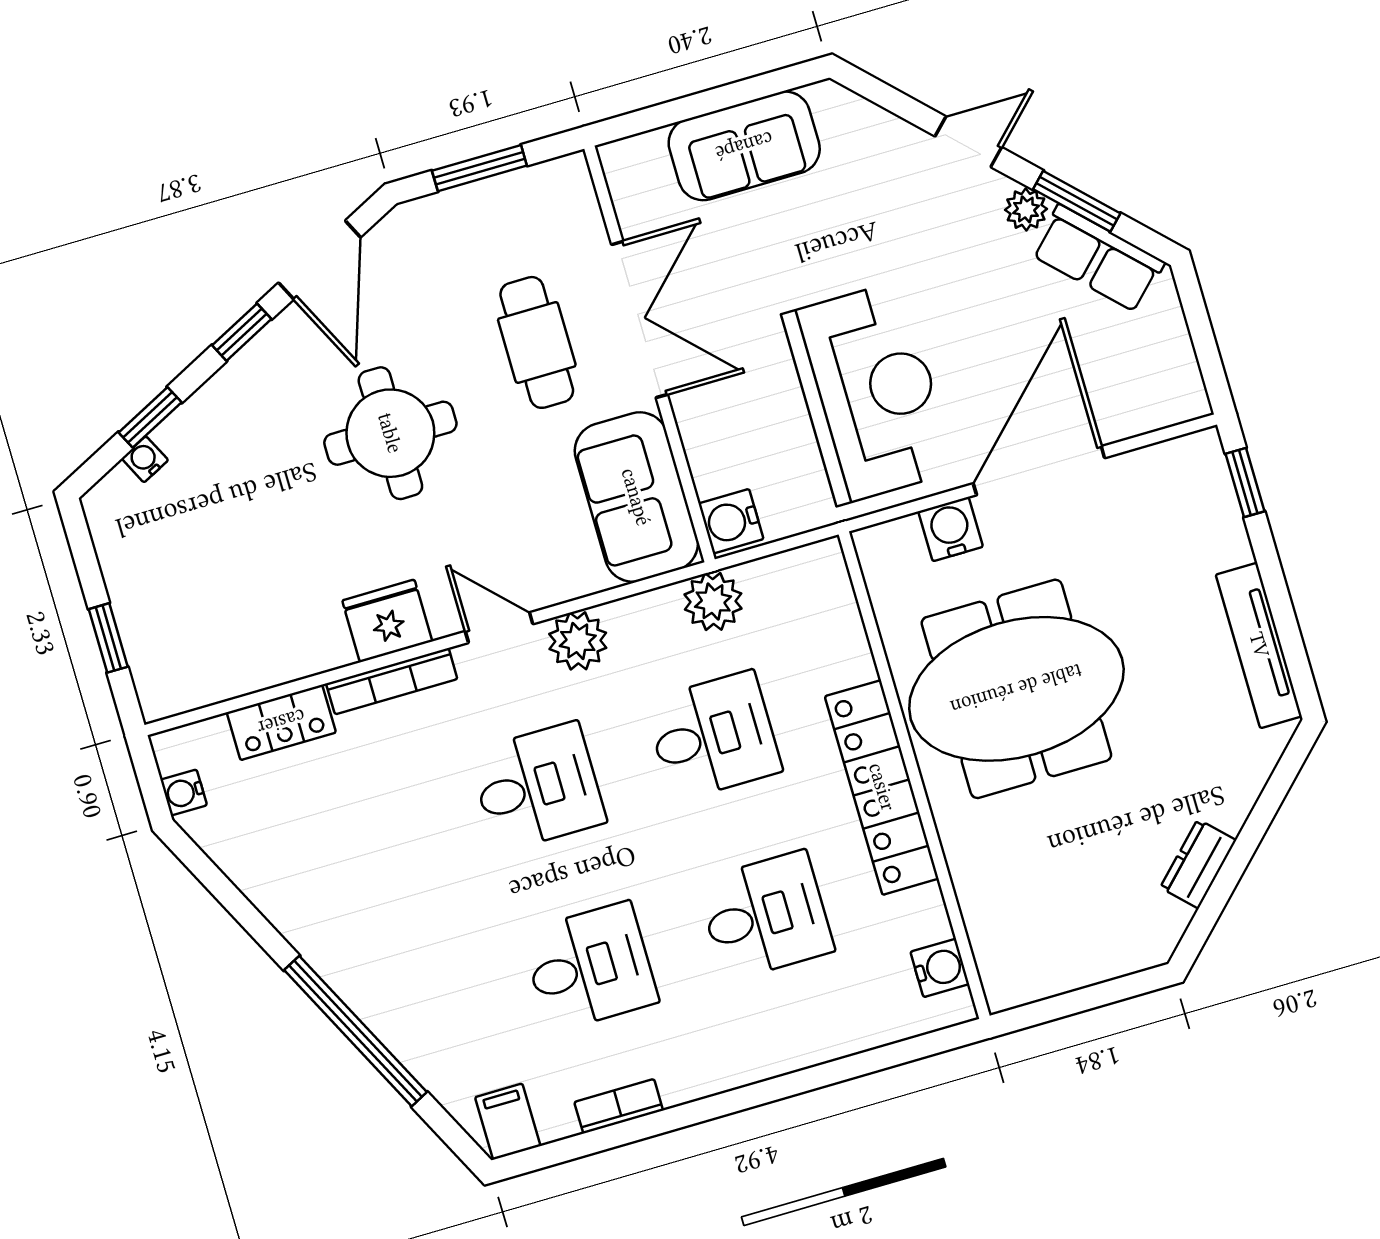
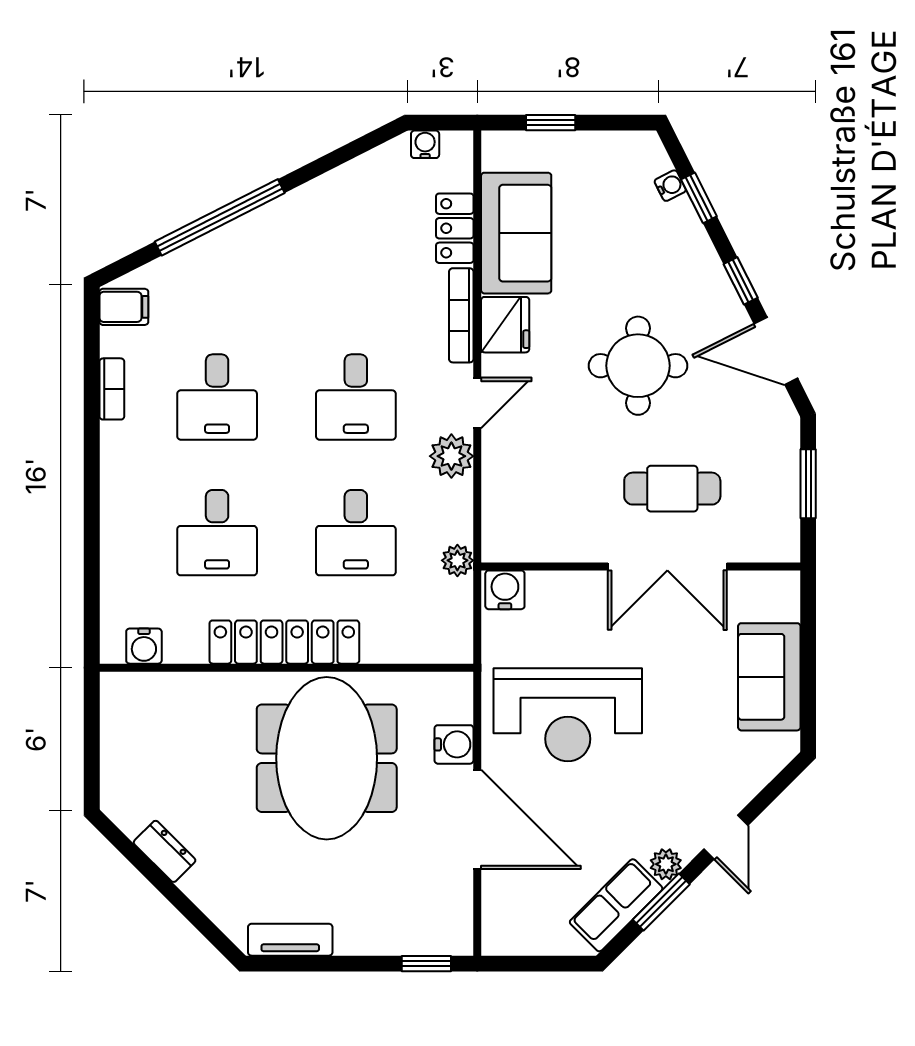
sofa: (636, 497) -> (516, 233), moved, turned 90
plant: (713, 602) -> (457, 560), width x0.73, depth x0.73
tv unit: (1259, 645) -> (290, 940), width x0.71

